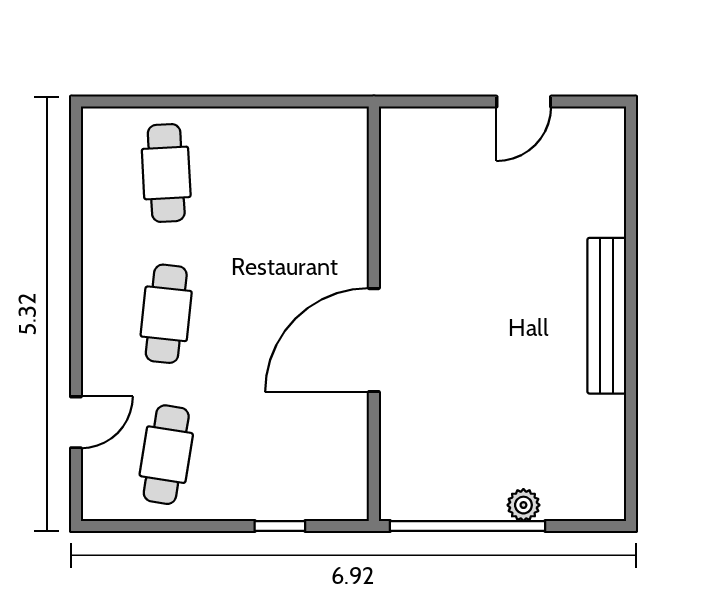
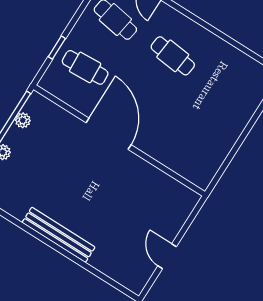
cafe table: (166, 173) -> (85, 67), moved
plant: (445, 505) -> (23, 120), added

